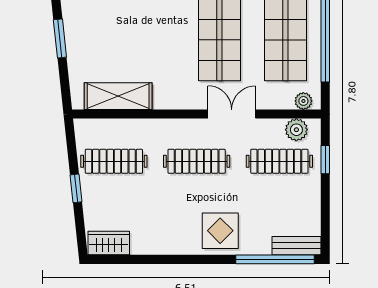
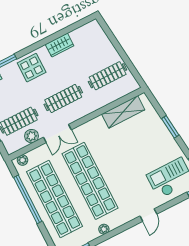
plant: (296, 130) -> (32, 136), moved
window: (76, 188) -> (120, 51), removed
wardrobe: (109, 243) -> (60, 45), moved

